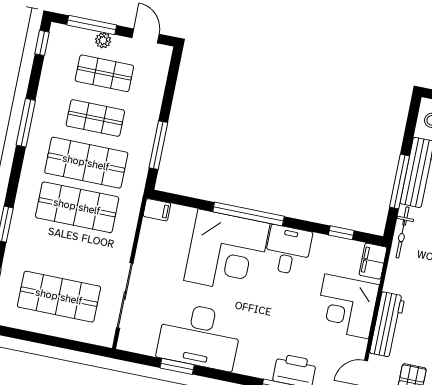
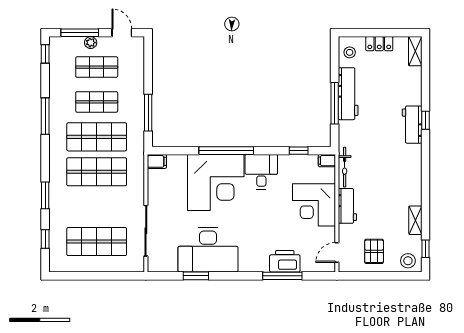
bicycle: (402, 232) -> (345, 167), moved
filing cabinet: (373, 261) -> (327, 161), width x0.50
workbench: (387, 325) -> (347, 206), width x0.73

